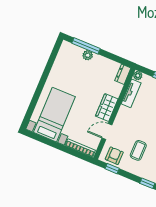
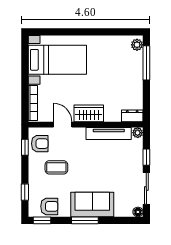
plant: (88, 55) -> (137, 45), moved
tv unit: (131, 93) -> (109, 134), width x1.41

